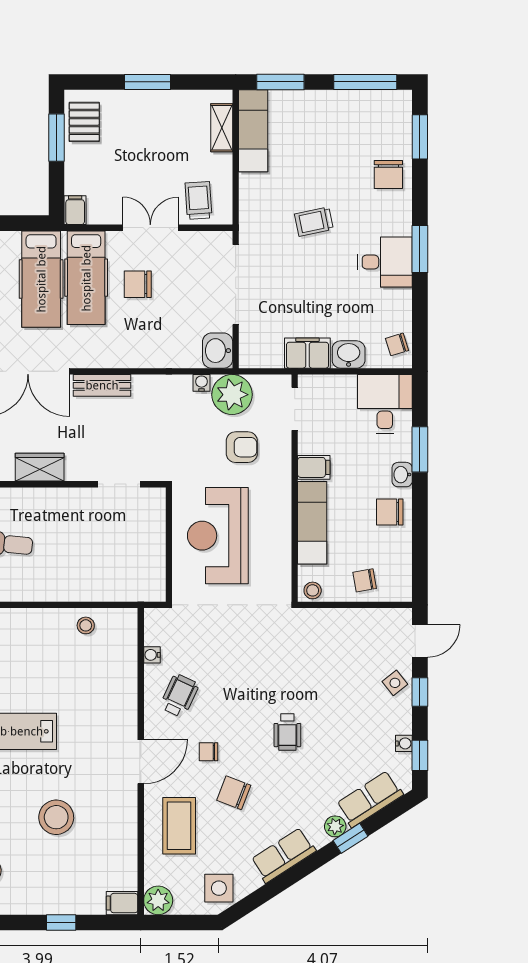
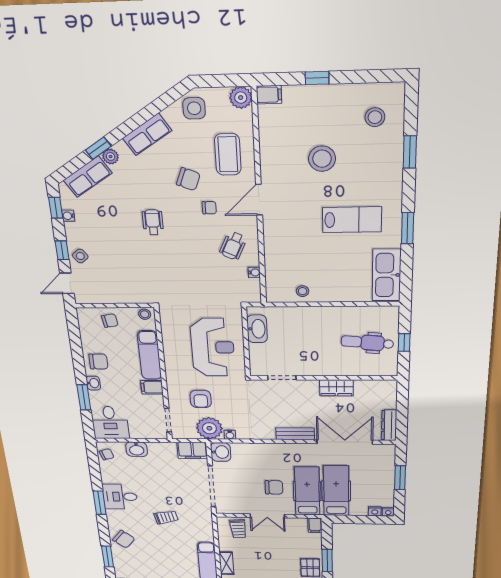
chair: (388, 175) -> (124, 539), turned 129
filing cabinet: (307, 353) -> (192, 450), moved
armchair: (242, 447) -> (201, 399), turned -90
washbasin: (152, 566) -> (257, 329), added

